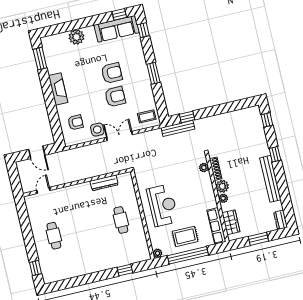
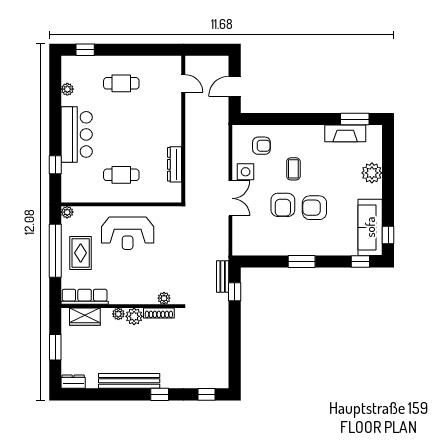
armchair: (112, 73) -> (314, 208), turned 90
fireplace: (58, 89) -> (345, 133), moved
coffee table: (147, 116) -> (293, 169), moved
armchair: (76, 122) -> (261, 146), turned -90
bench: (178, 128) -> (223, 277), width x0.73
bar counter: (99, 260) -> (77, 134), added
plant: (67, 274) -> (67, 89), added

